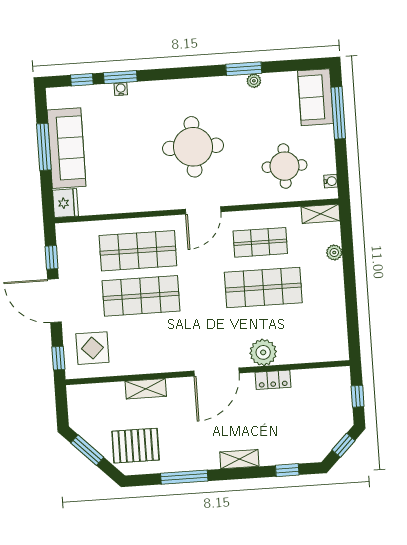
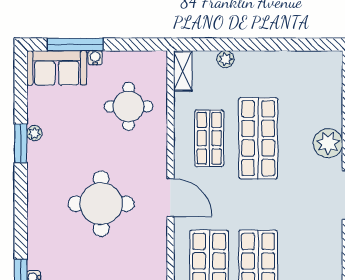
water cooler: (331, 181) -> (95, 58), moved

